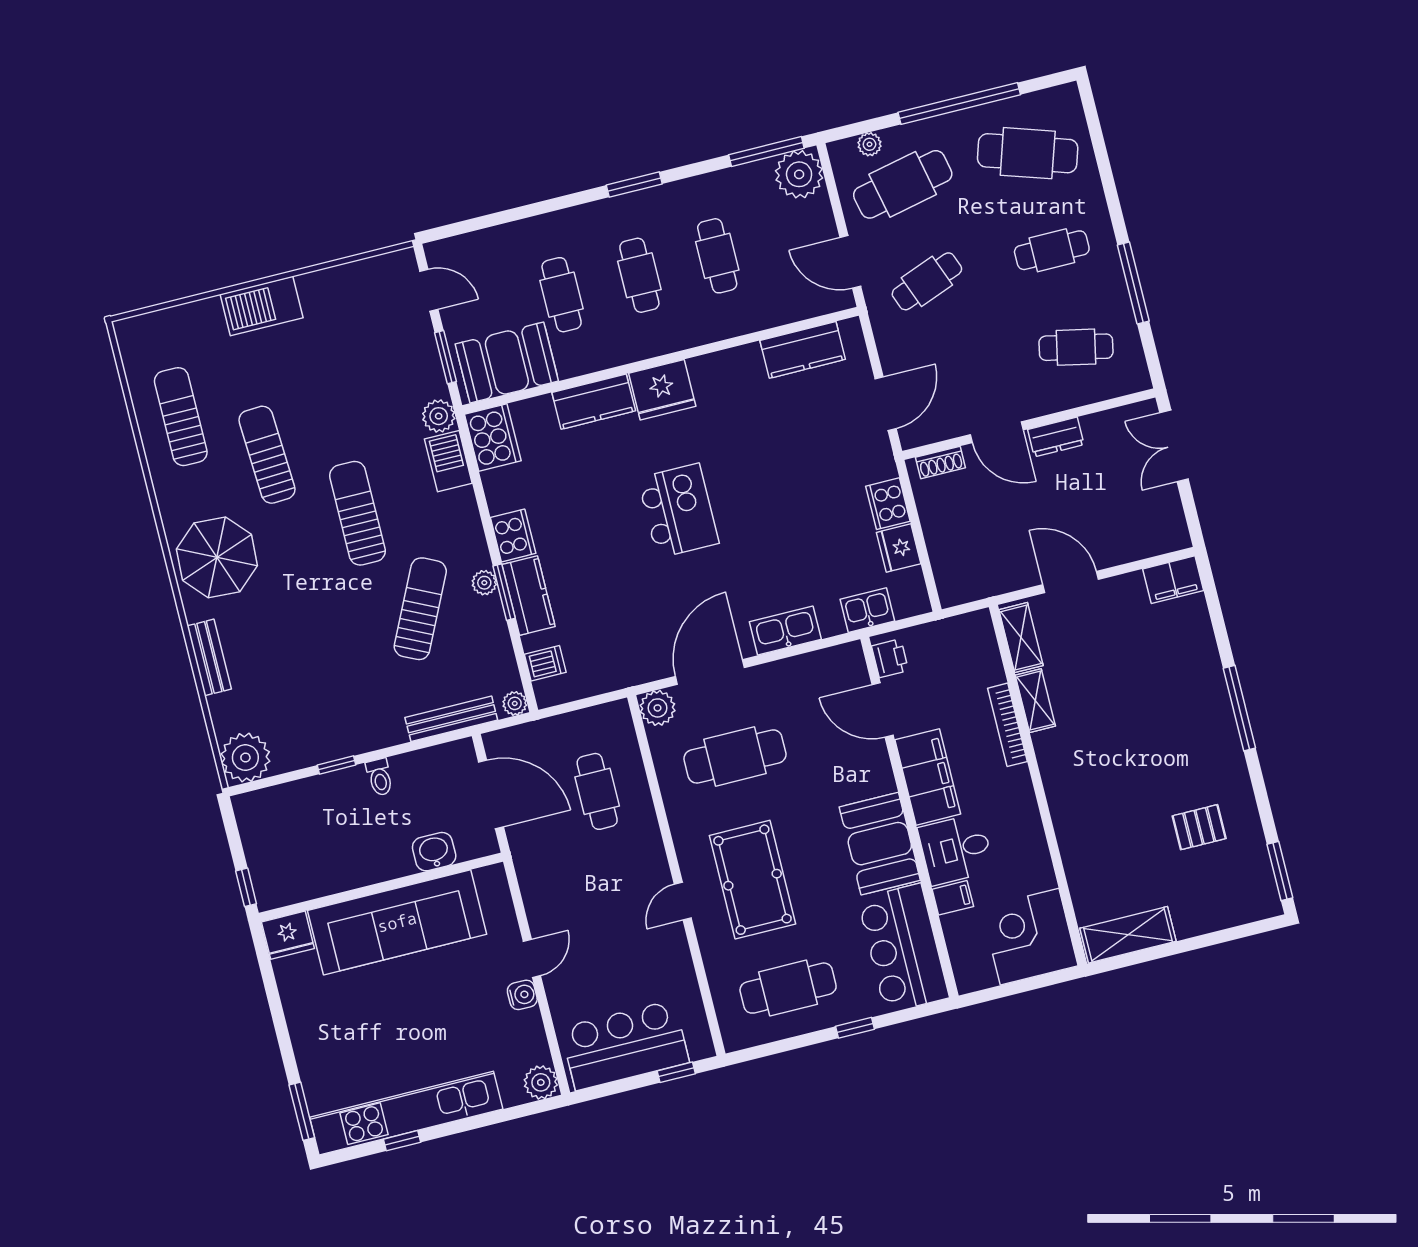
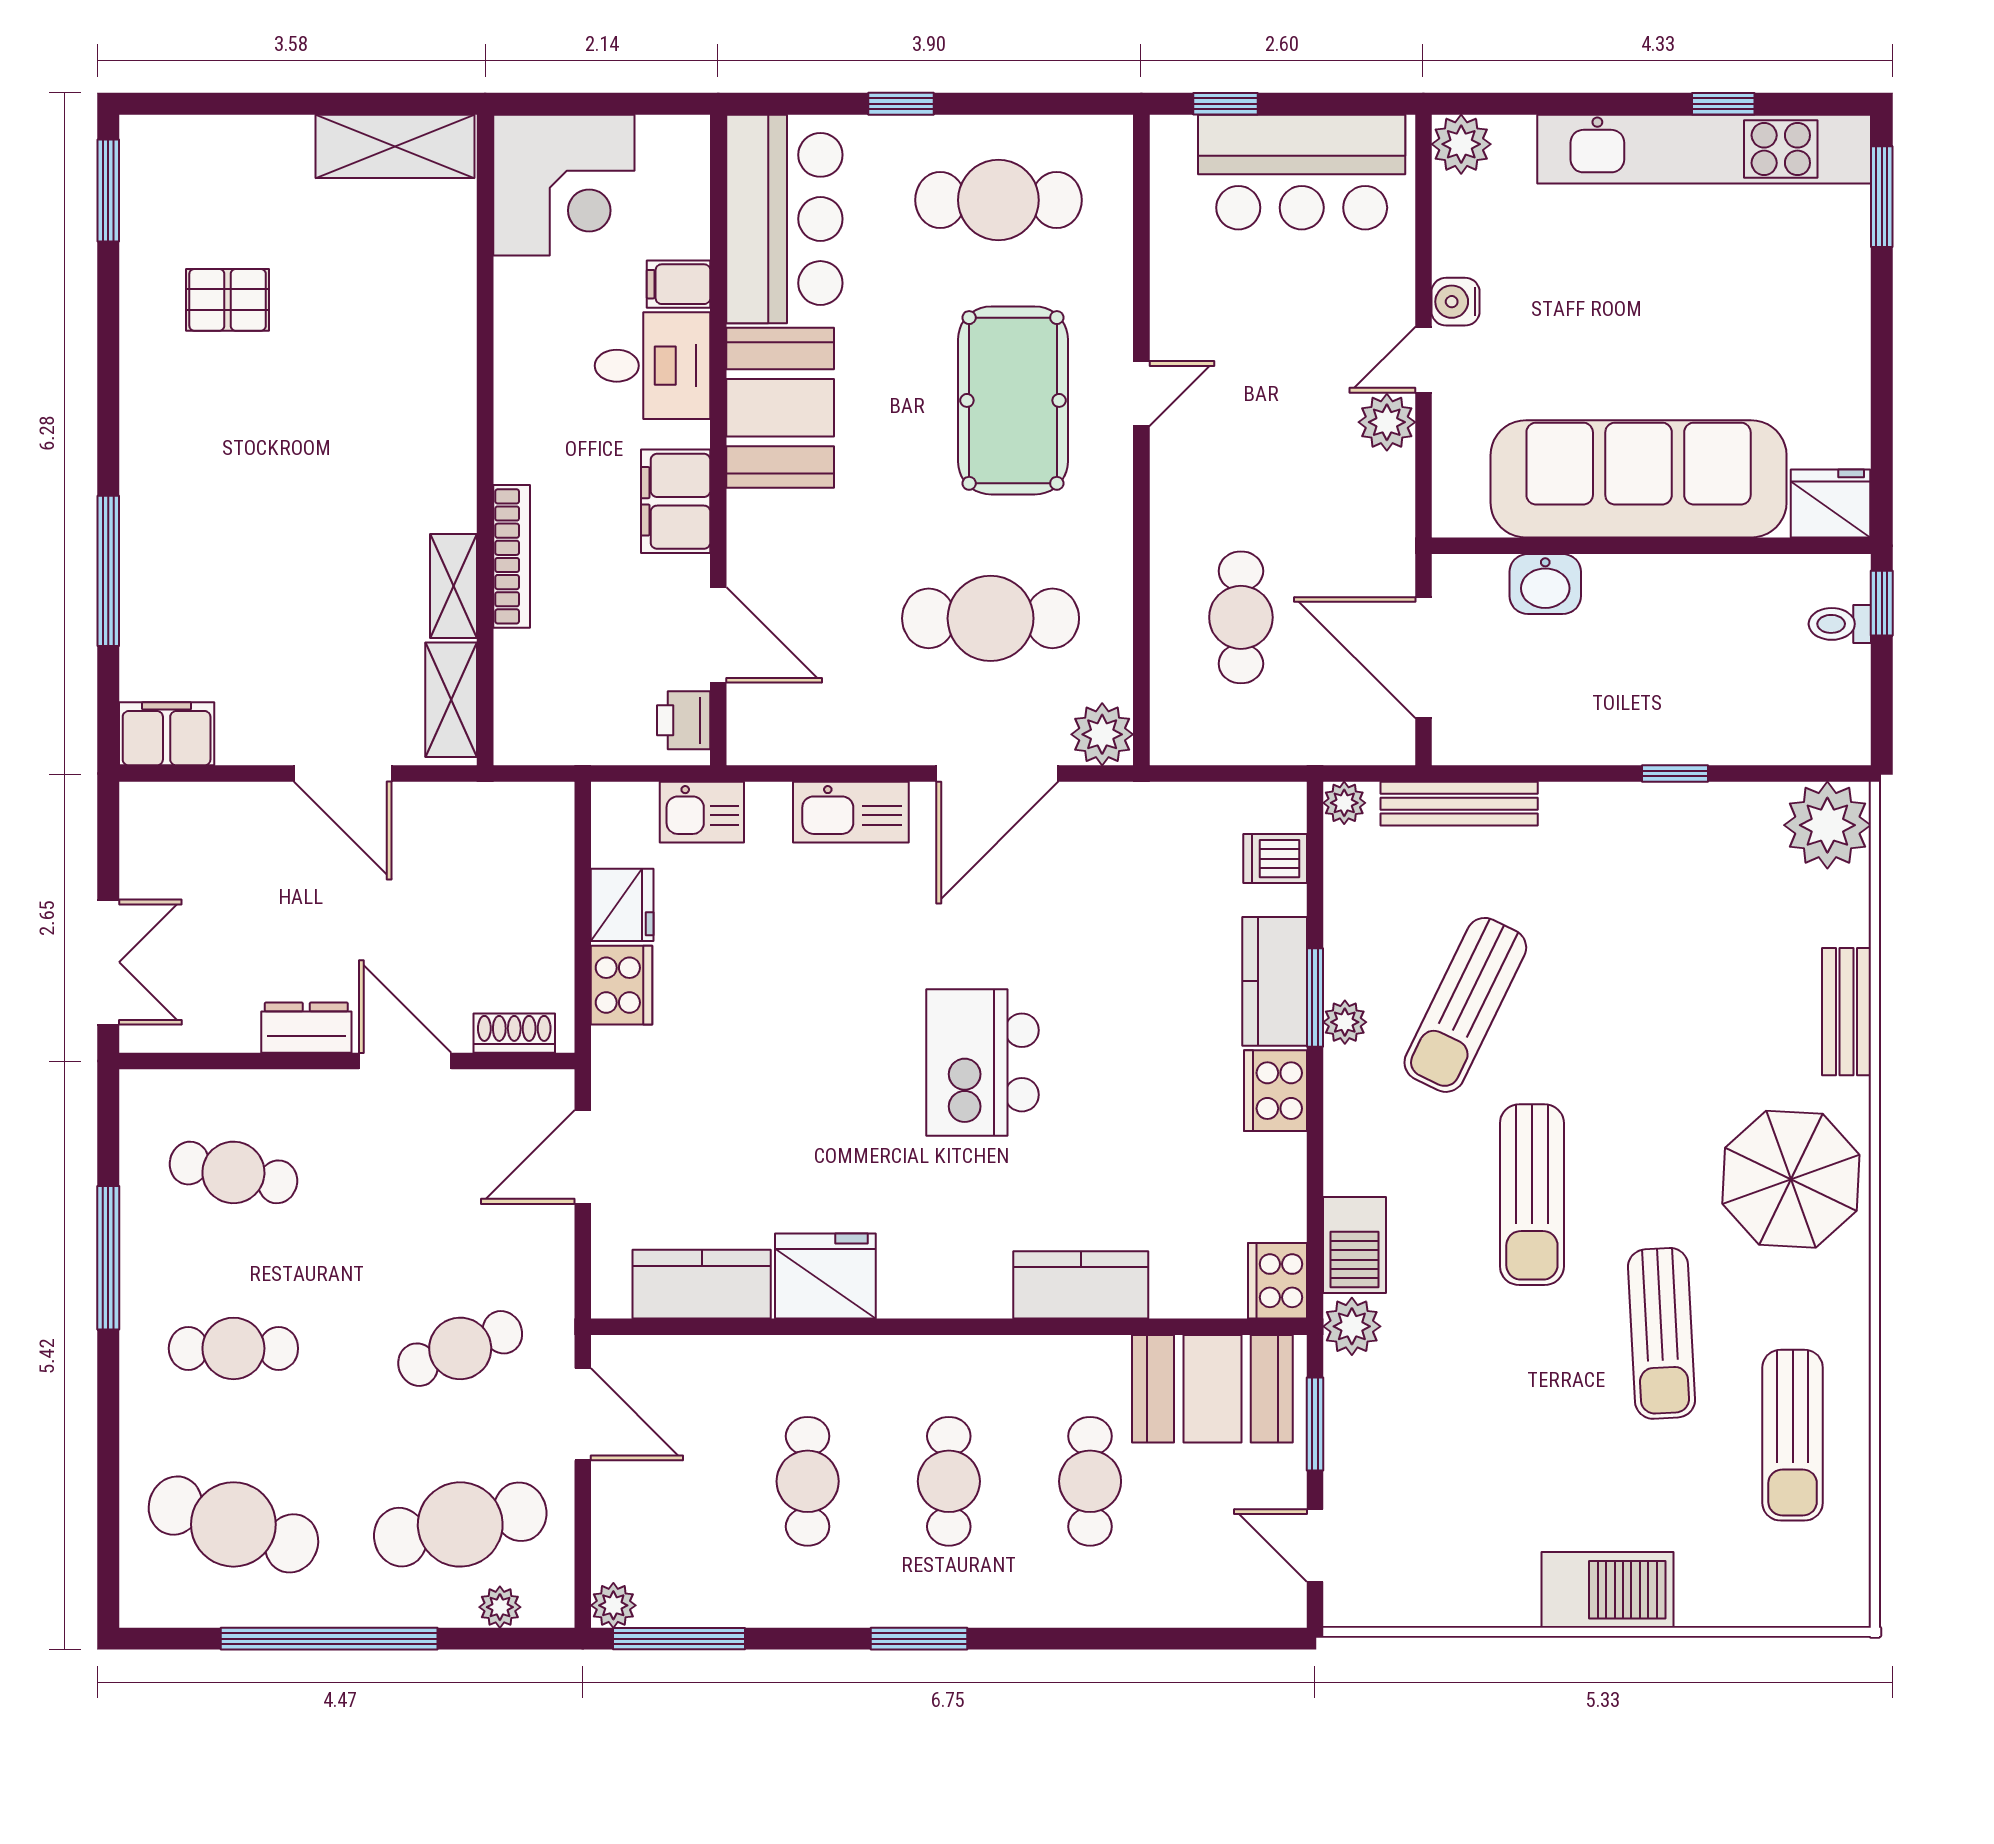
plant: (799, 174) -> (613, 1605), width x0.53, depth x0.53
fridge: (662, 390) -> (825, 1276), moved
cooker: (493, 437) -> (1277, 1281), width x0.73, depth x0.76
window: (1239, 708) -> (108, 571), moved
toilet: (380, 777) -> (1840, 624), moved, turned -90
filing cabinet: (928, 777) -> (676, 501), width x0.67, depth x0.86
plant: (544, 919) -> (1387, 422), added

